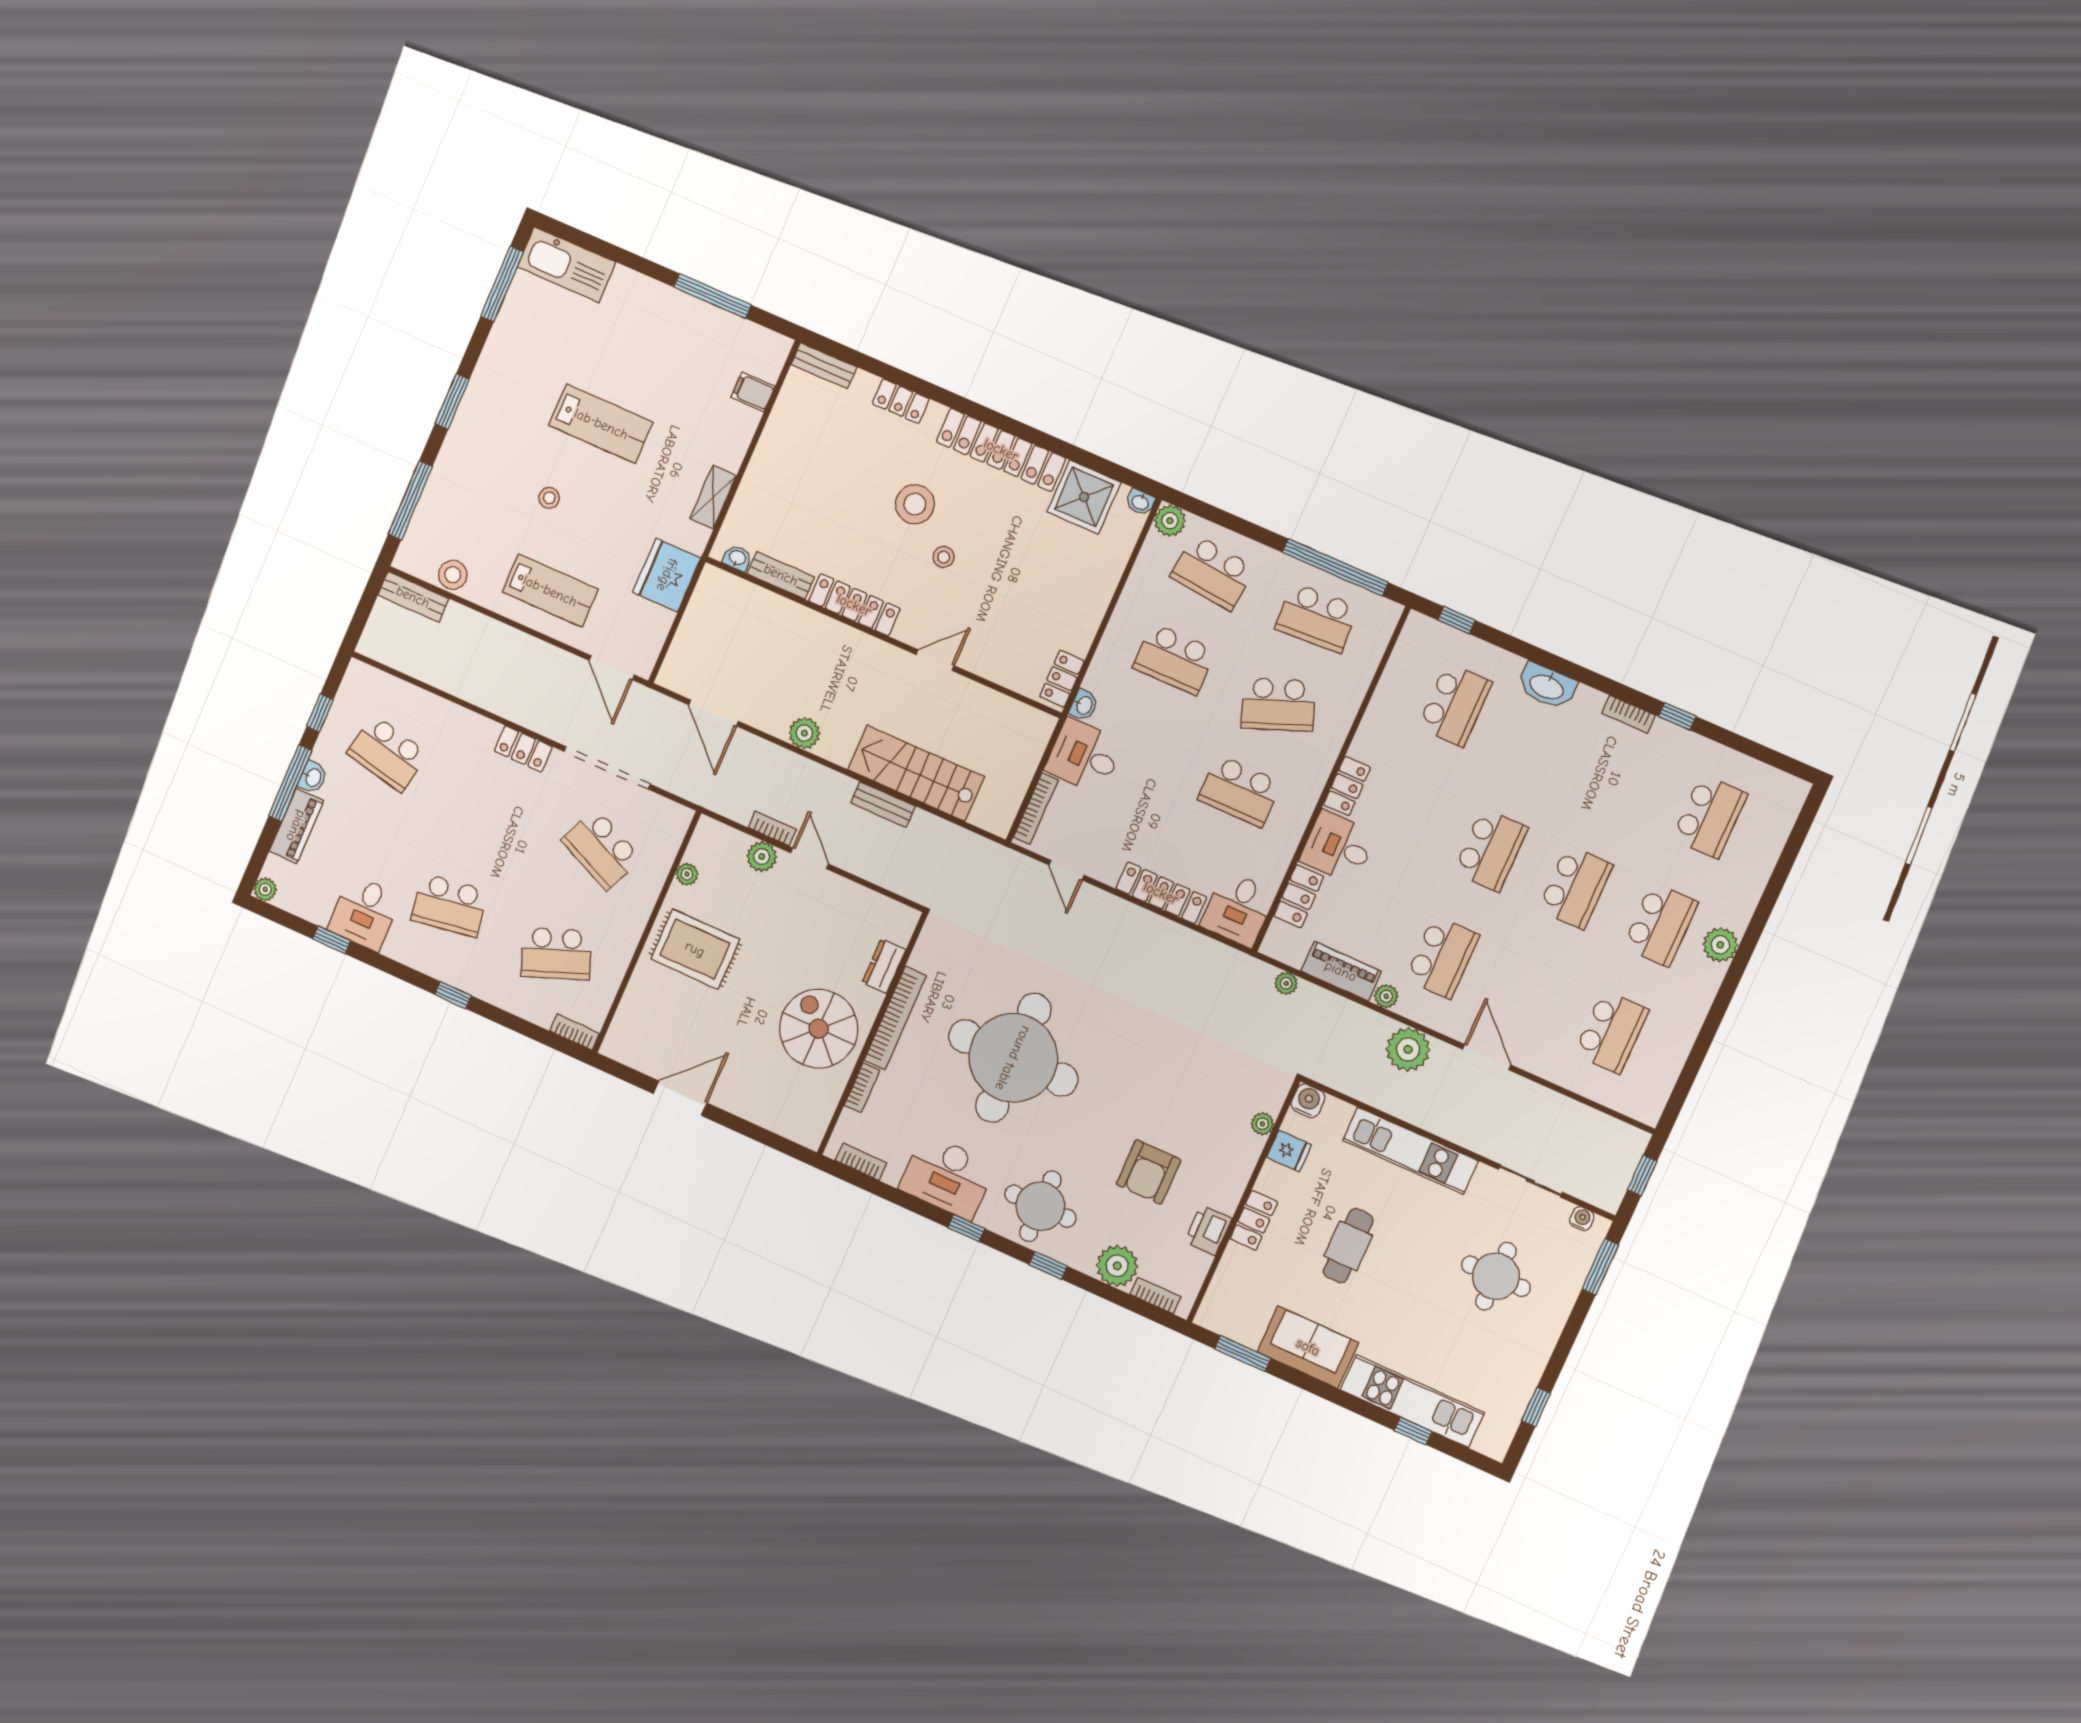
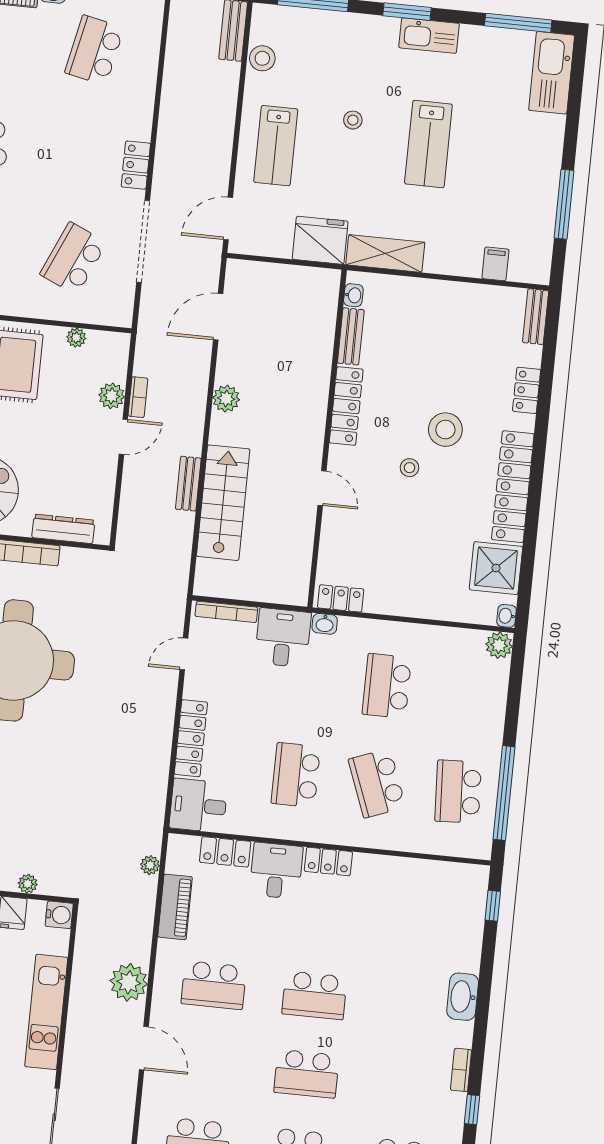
kitchen sink: (485, 386) -> (429, 36), added
shelving: (713, 497) -> (385, 253), width x1.50, depth x1.33
school desk: (1213, 572) -> (468, 694), removed
school desk: (1455, 705) -> (423, 927), removed
dresser: (884, 966) -> (63, 529), width x1.44
plant: (1386, 996) -> (167, 950), removed
door: (1487, 1057) -> (144, 1048), hinge flipped

